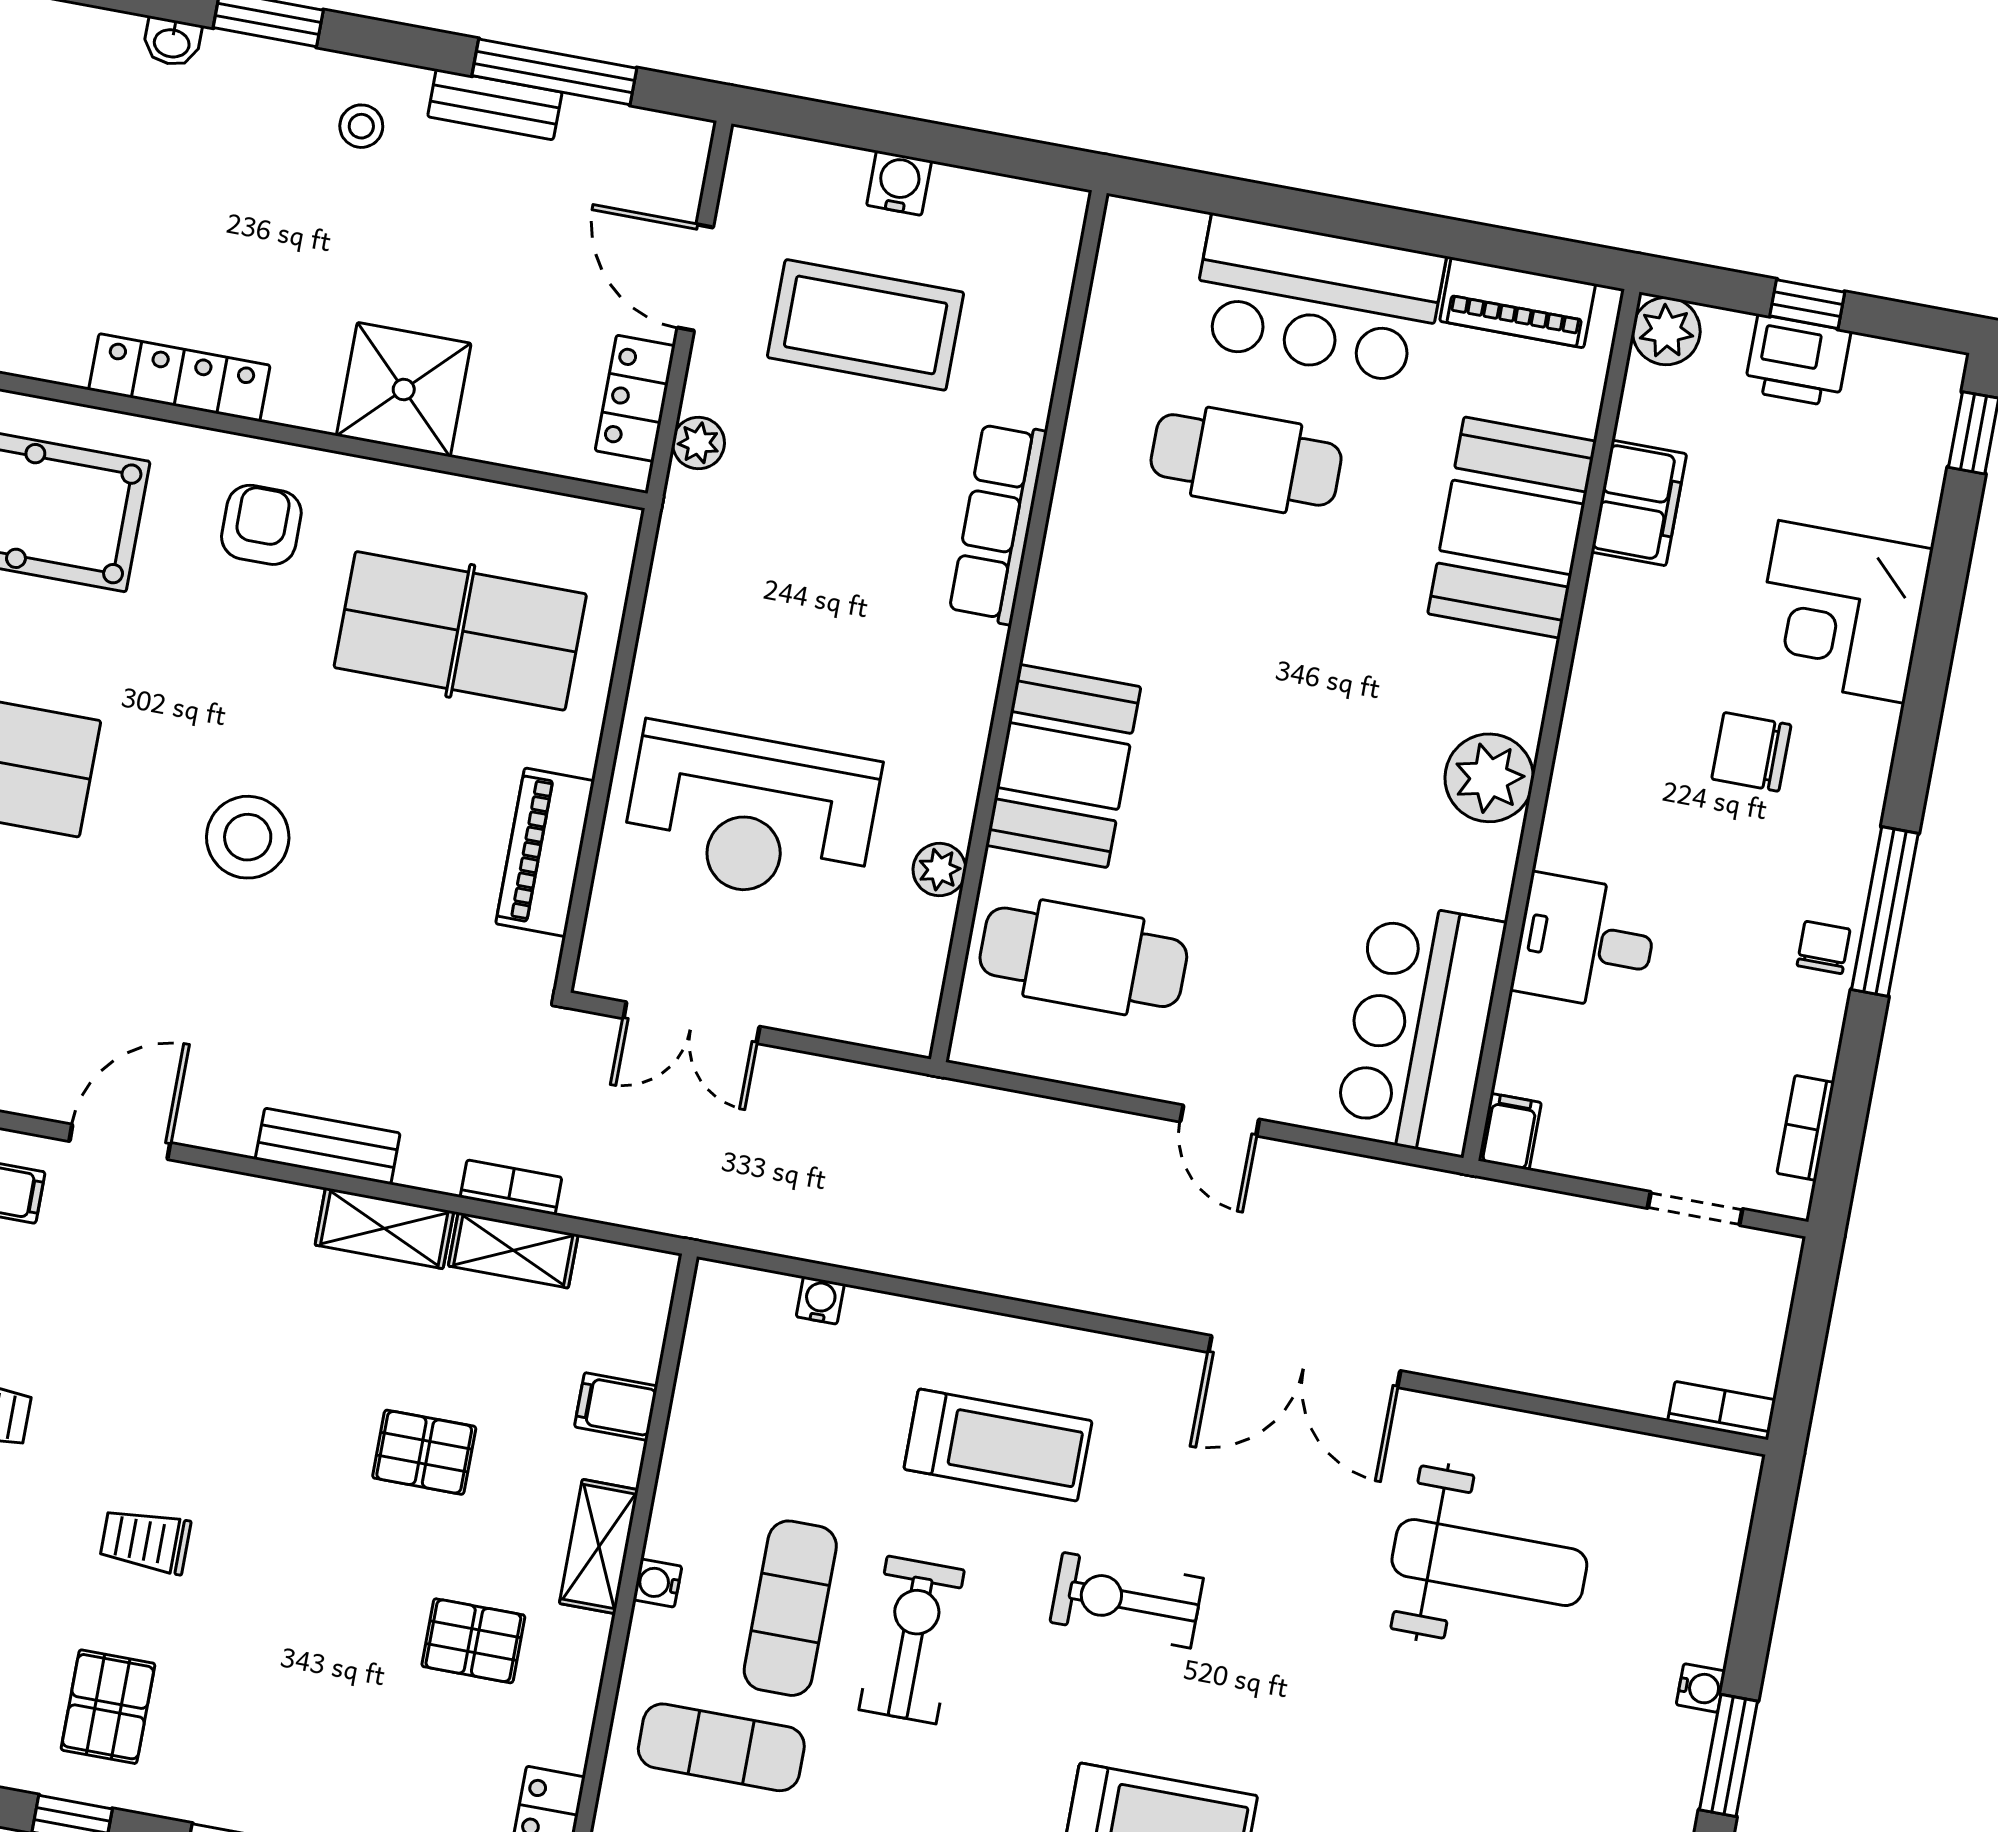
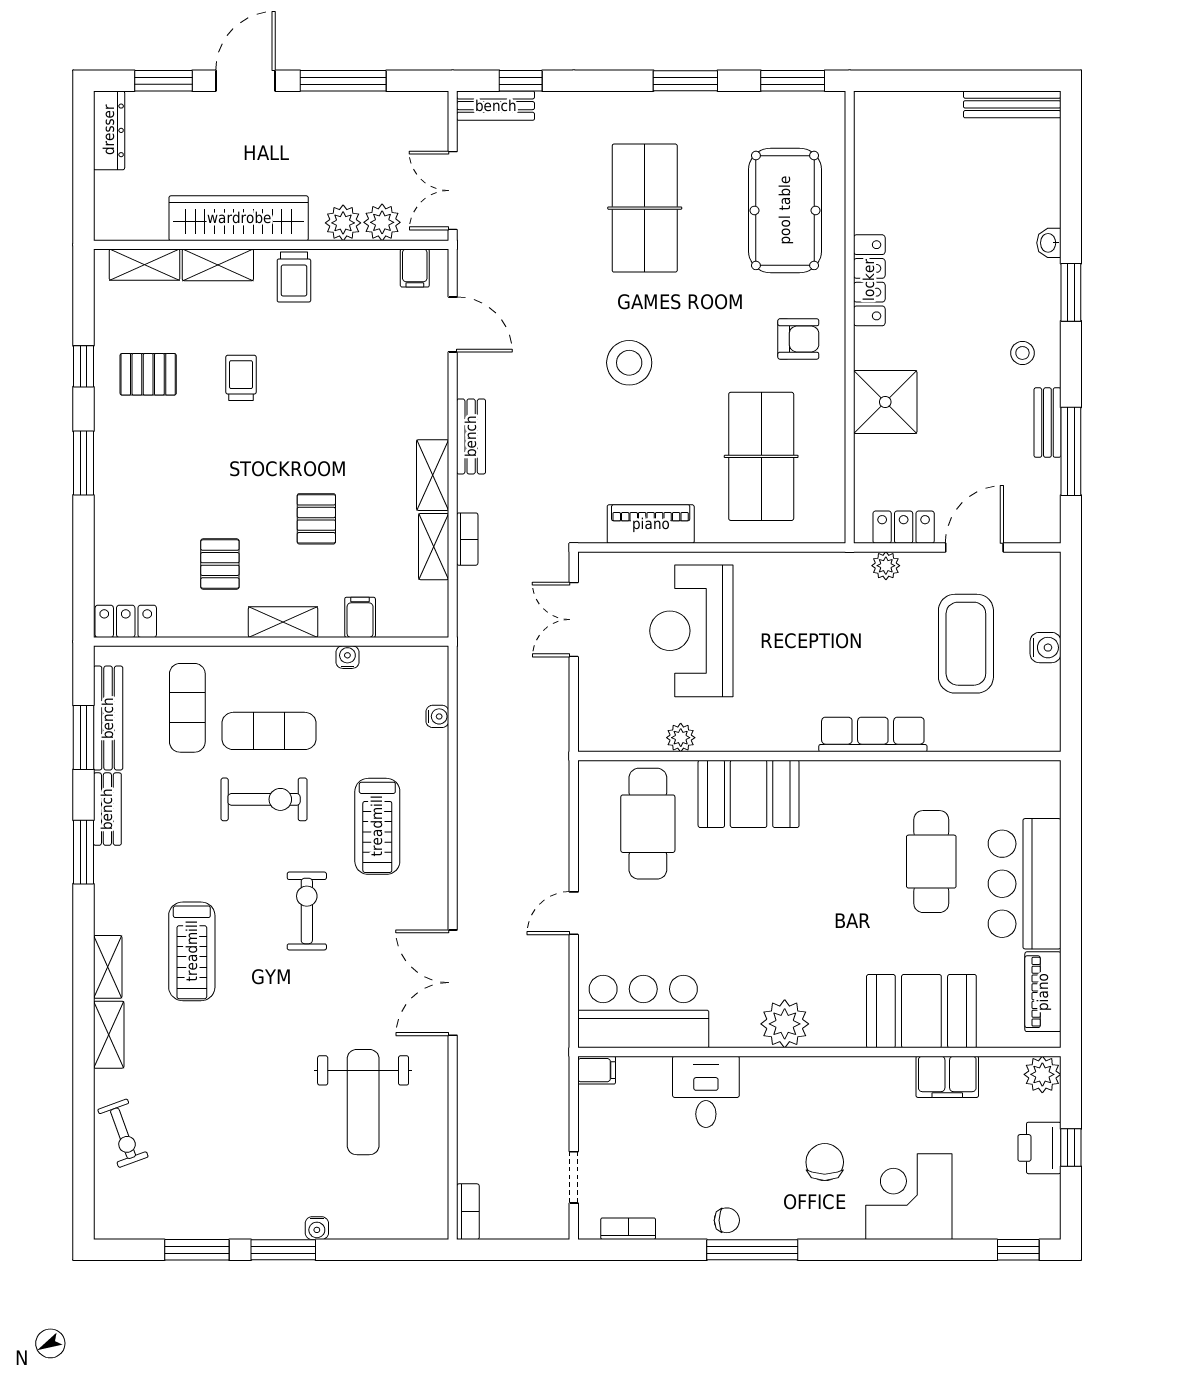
water cooler: (657, 1583) -> (347, 657), moved

